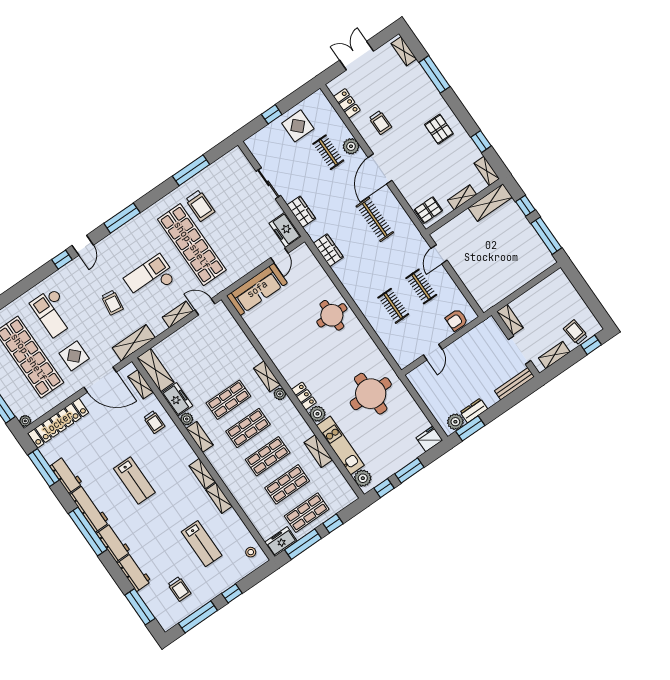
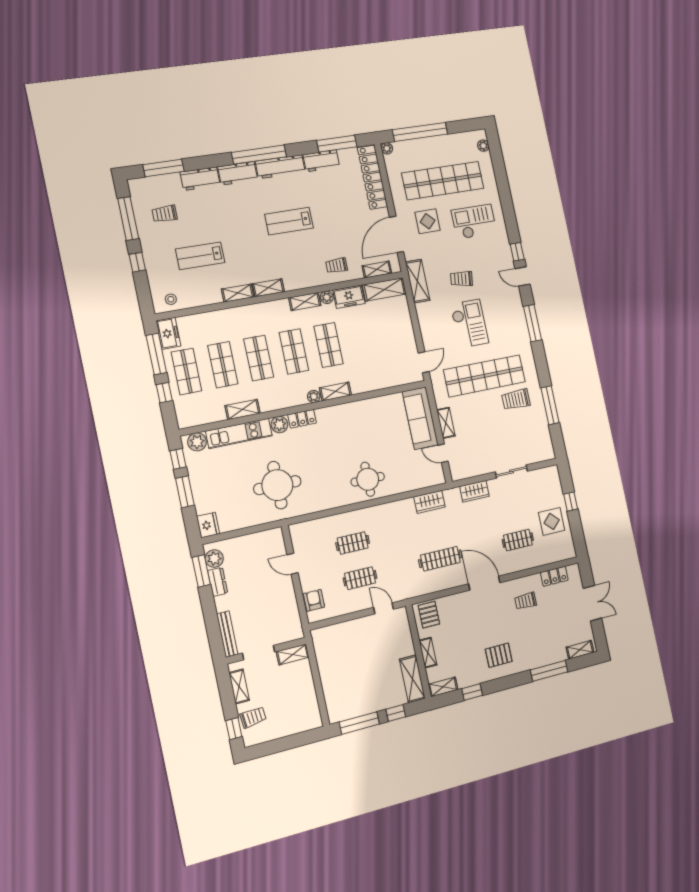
plant: (351, 146) -> (515, 564), removed
freezer: (285, 230) -> (464, 469), removed
shelving: (178, 314) -> (446, 423), moved

